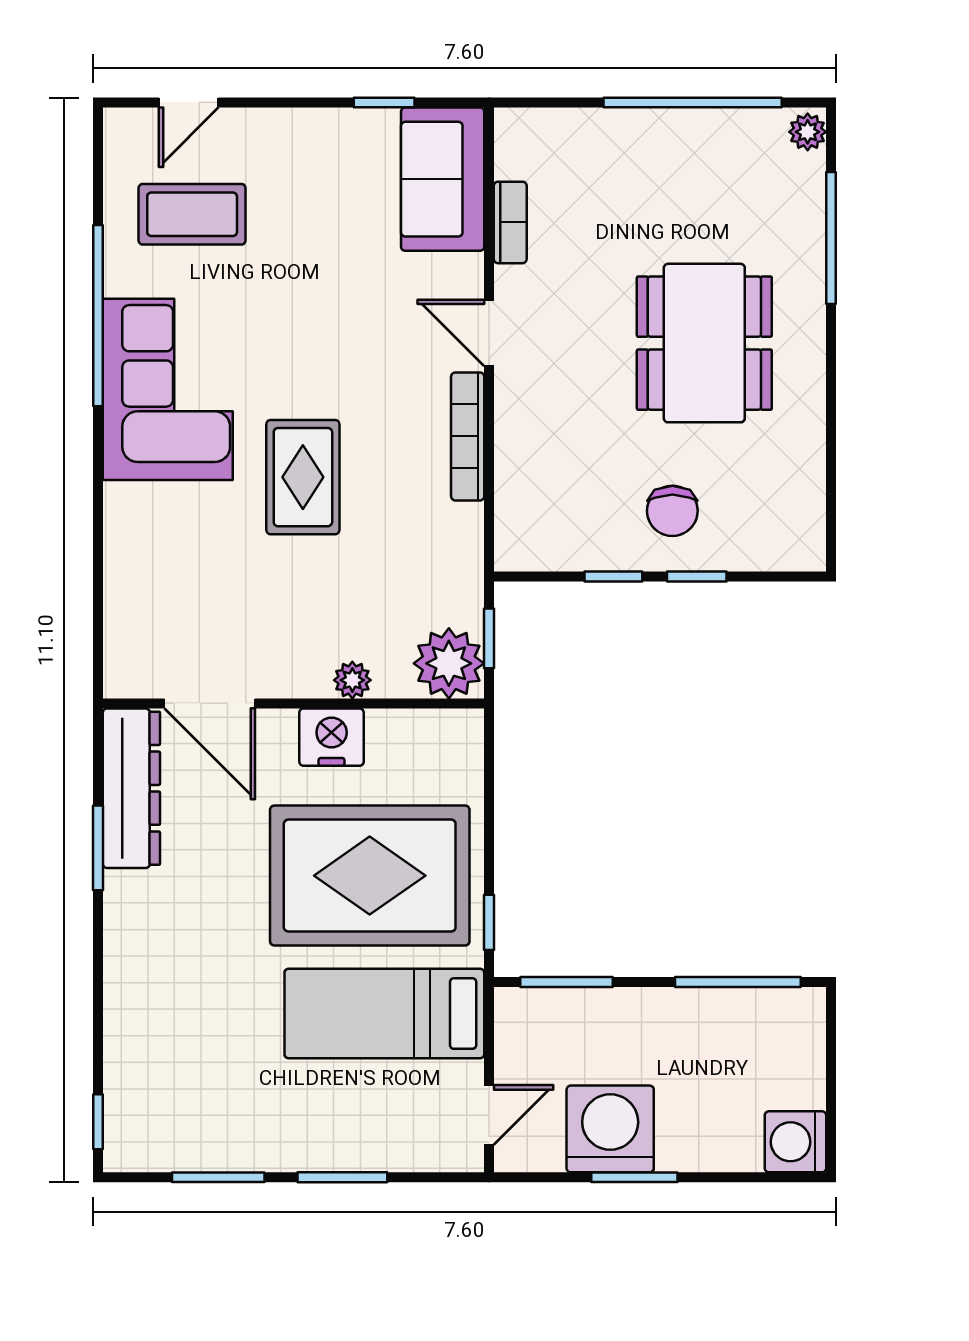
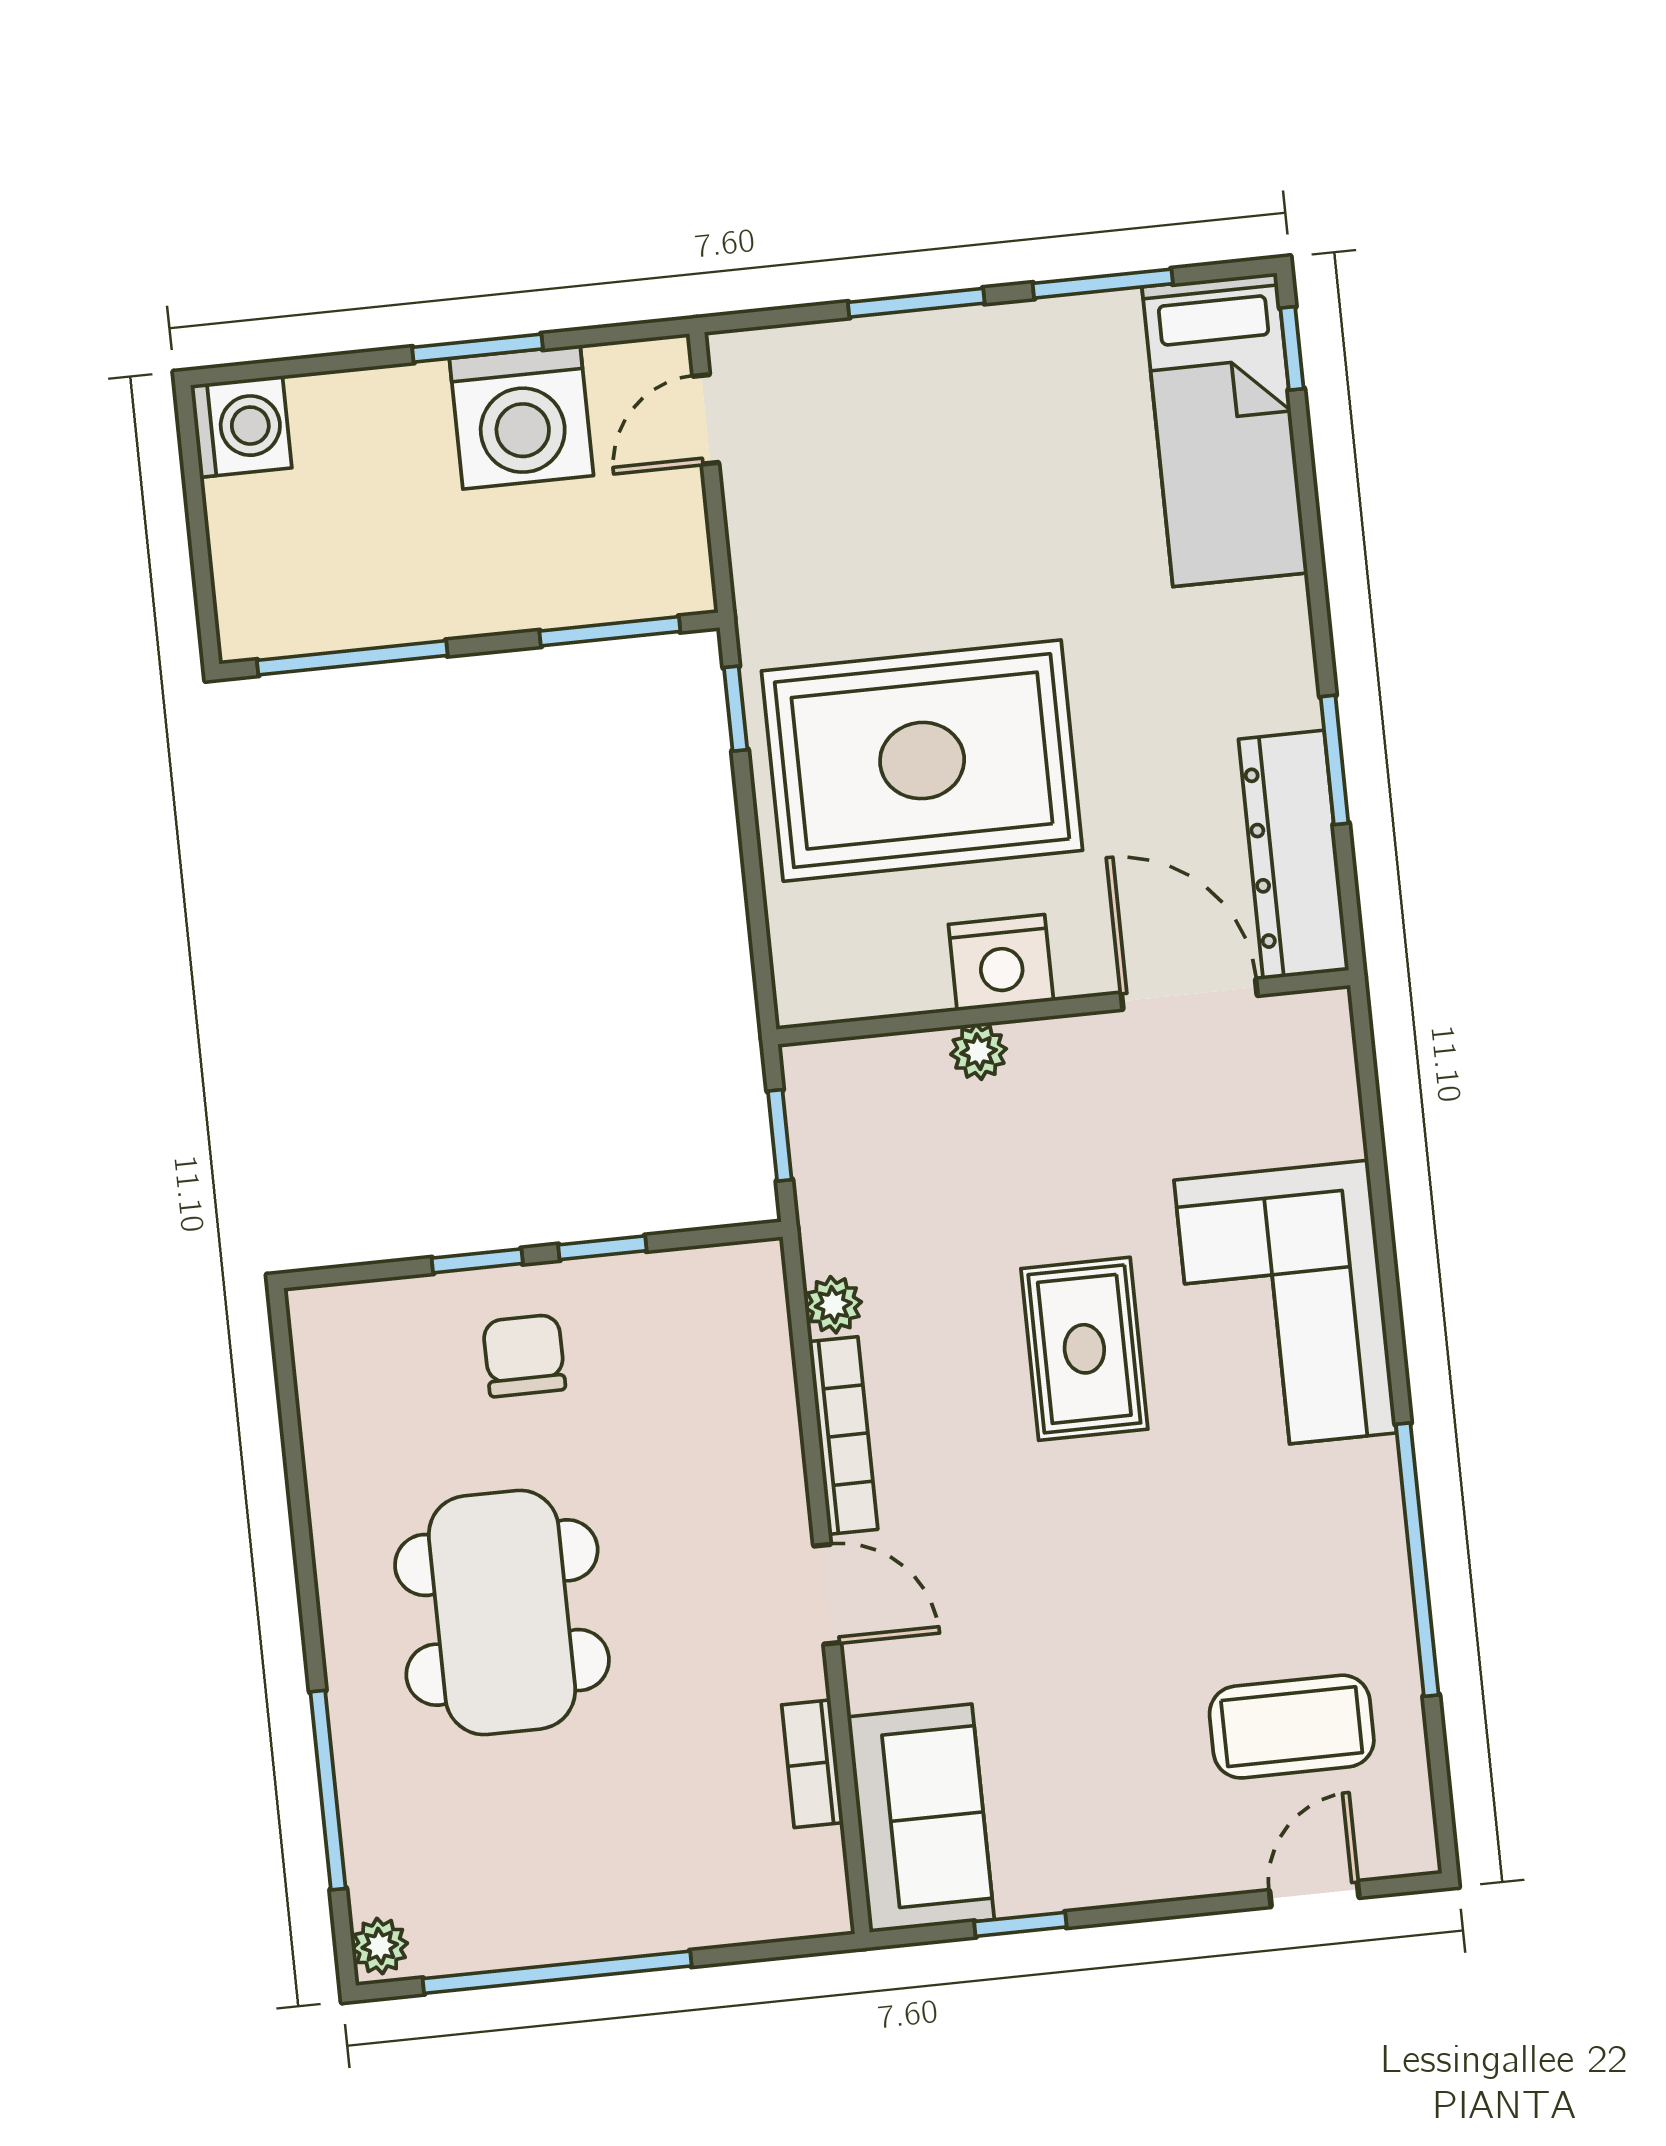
corner sofa: (168, 389) -> (1285, 1307), moved
plant: (449, 663) -> (833, 1305), moved, width x0.53, depth x0.53
bed: (384, 1014) -> (1225, 430), moved, turned 90

